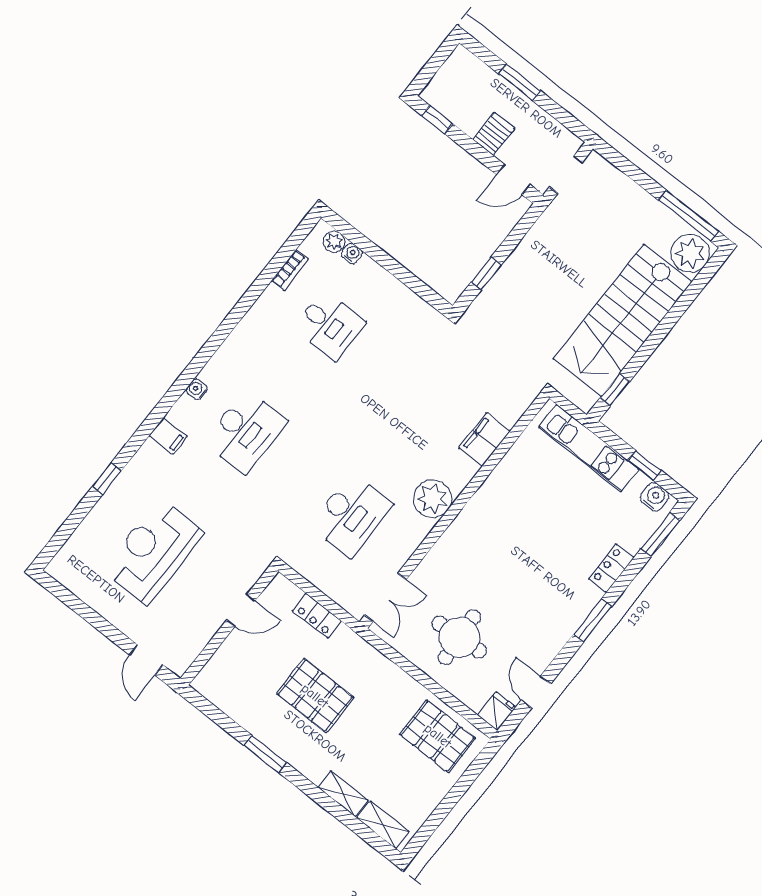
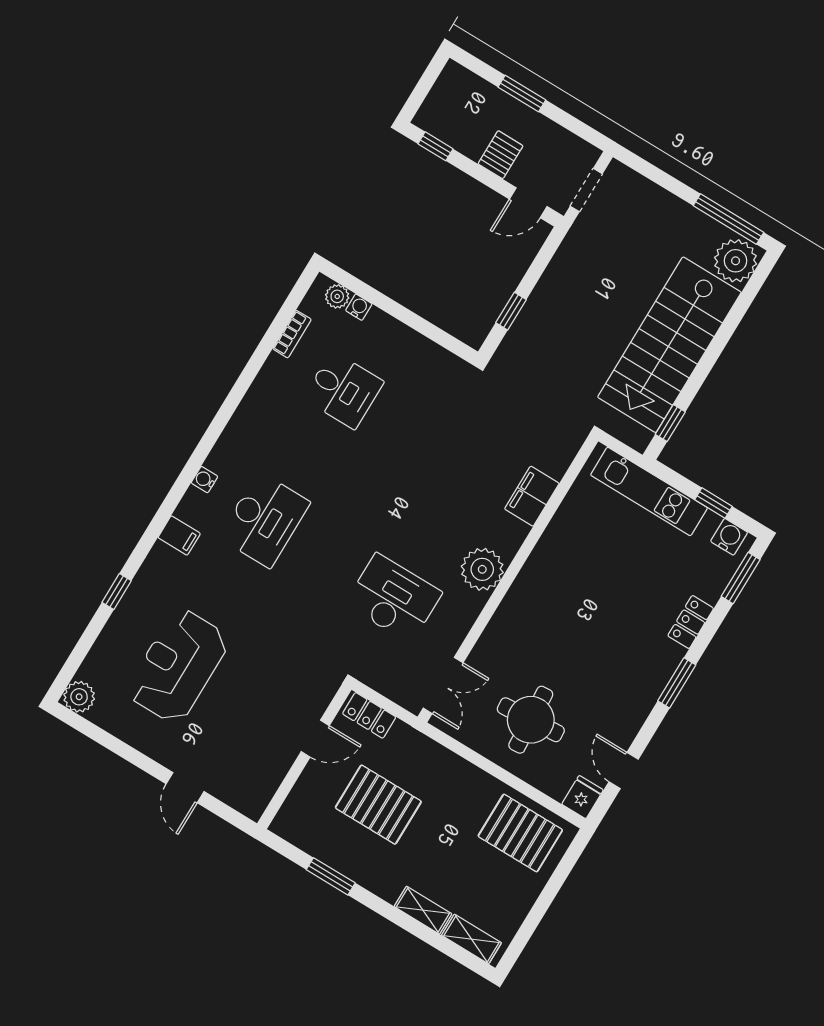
desk: (351, 515) -> (394, 598), turned -90
plant: (62, 568) -> (79, 697), added
door: (241, 610) -> (315, 739), moved
wall: (229, 625) -> (304, 757), moved

